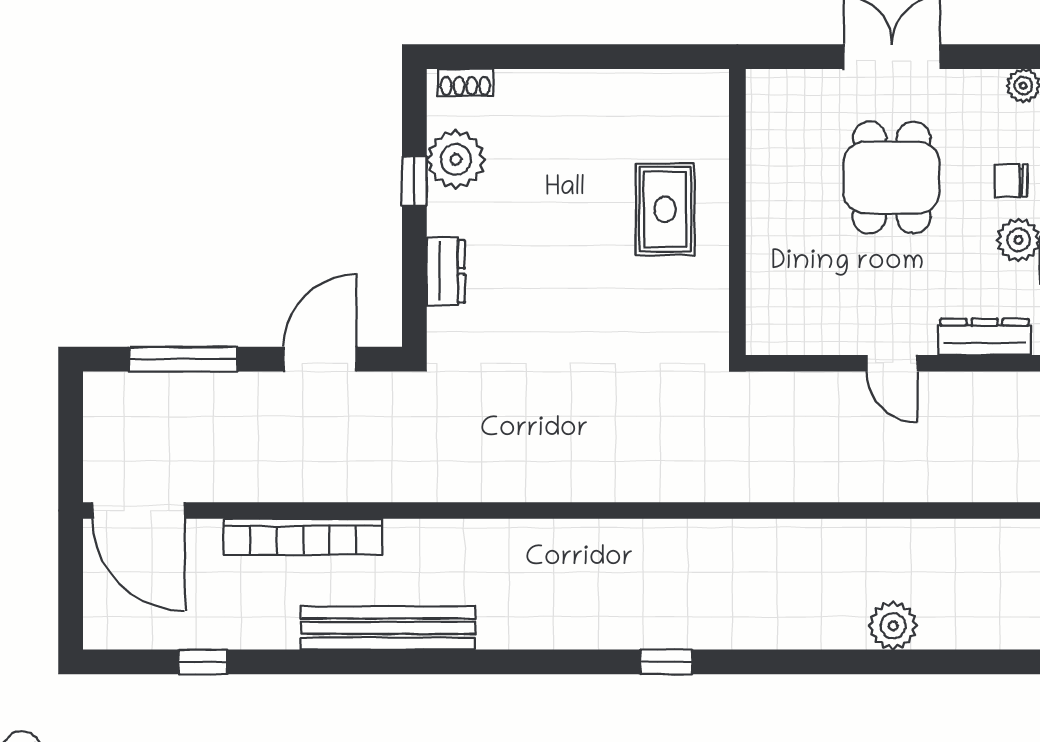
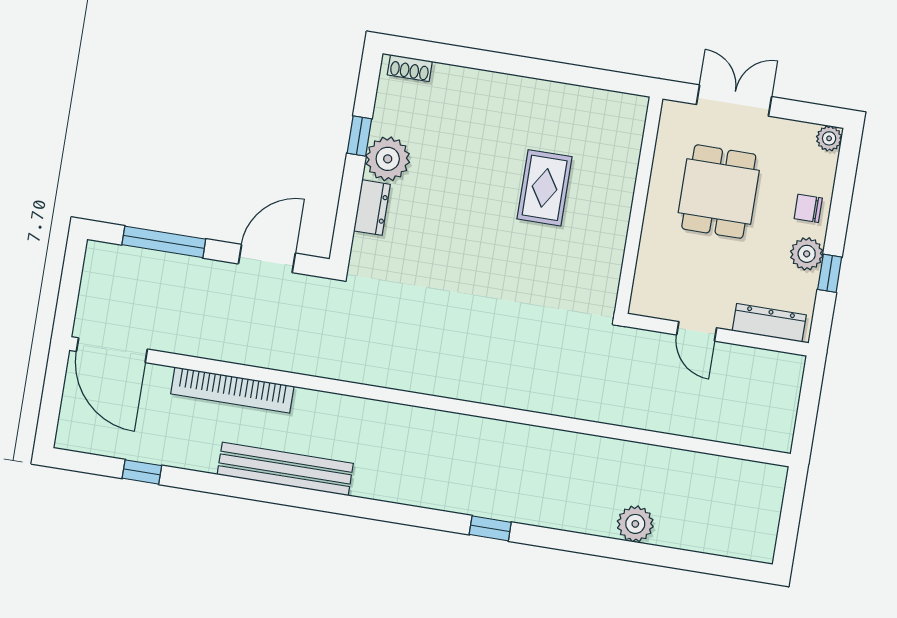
plant: (456, 159) -> (388, 159), moved
wall: (737, 212) -> (639, 205), moved
plant: (893, 626) -> (635, 524), moved

